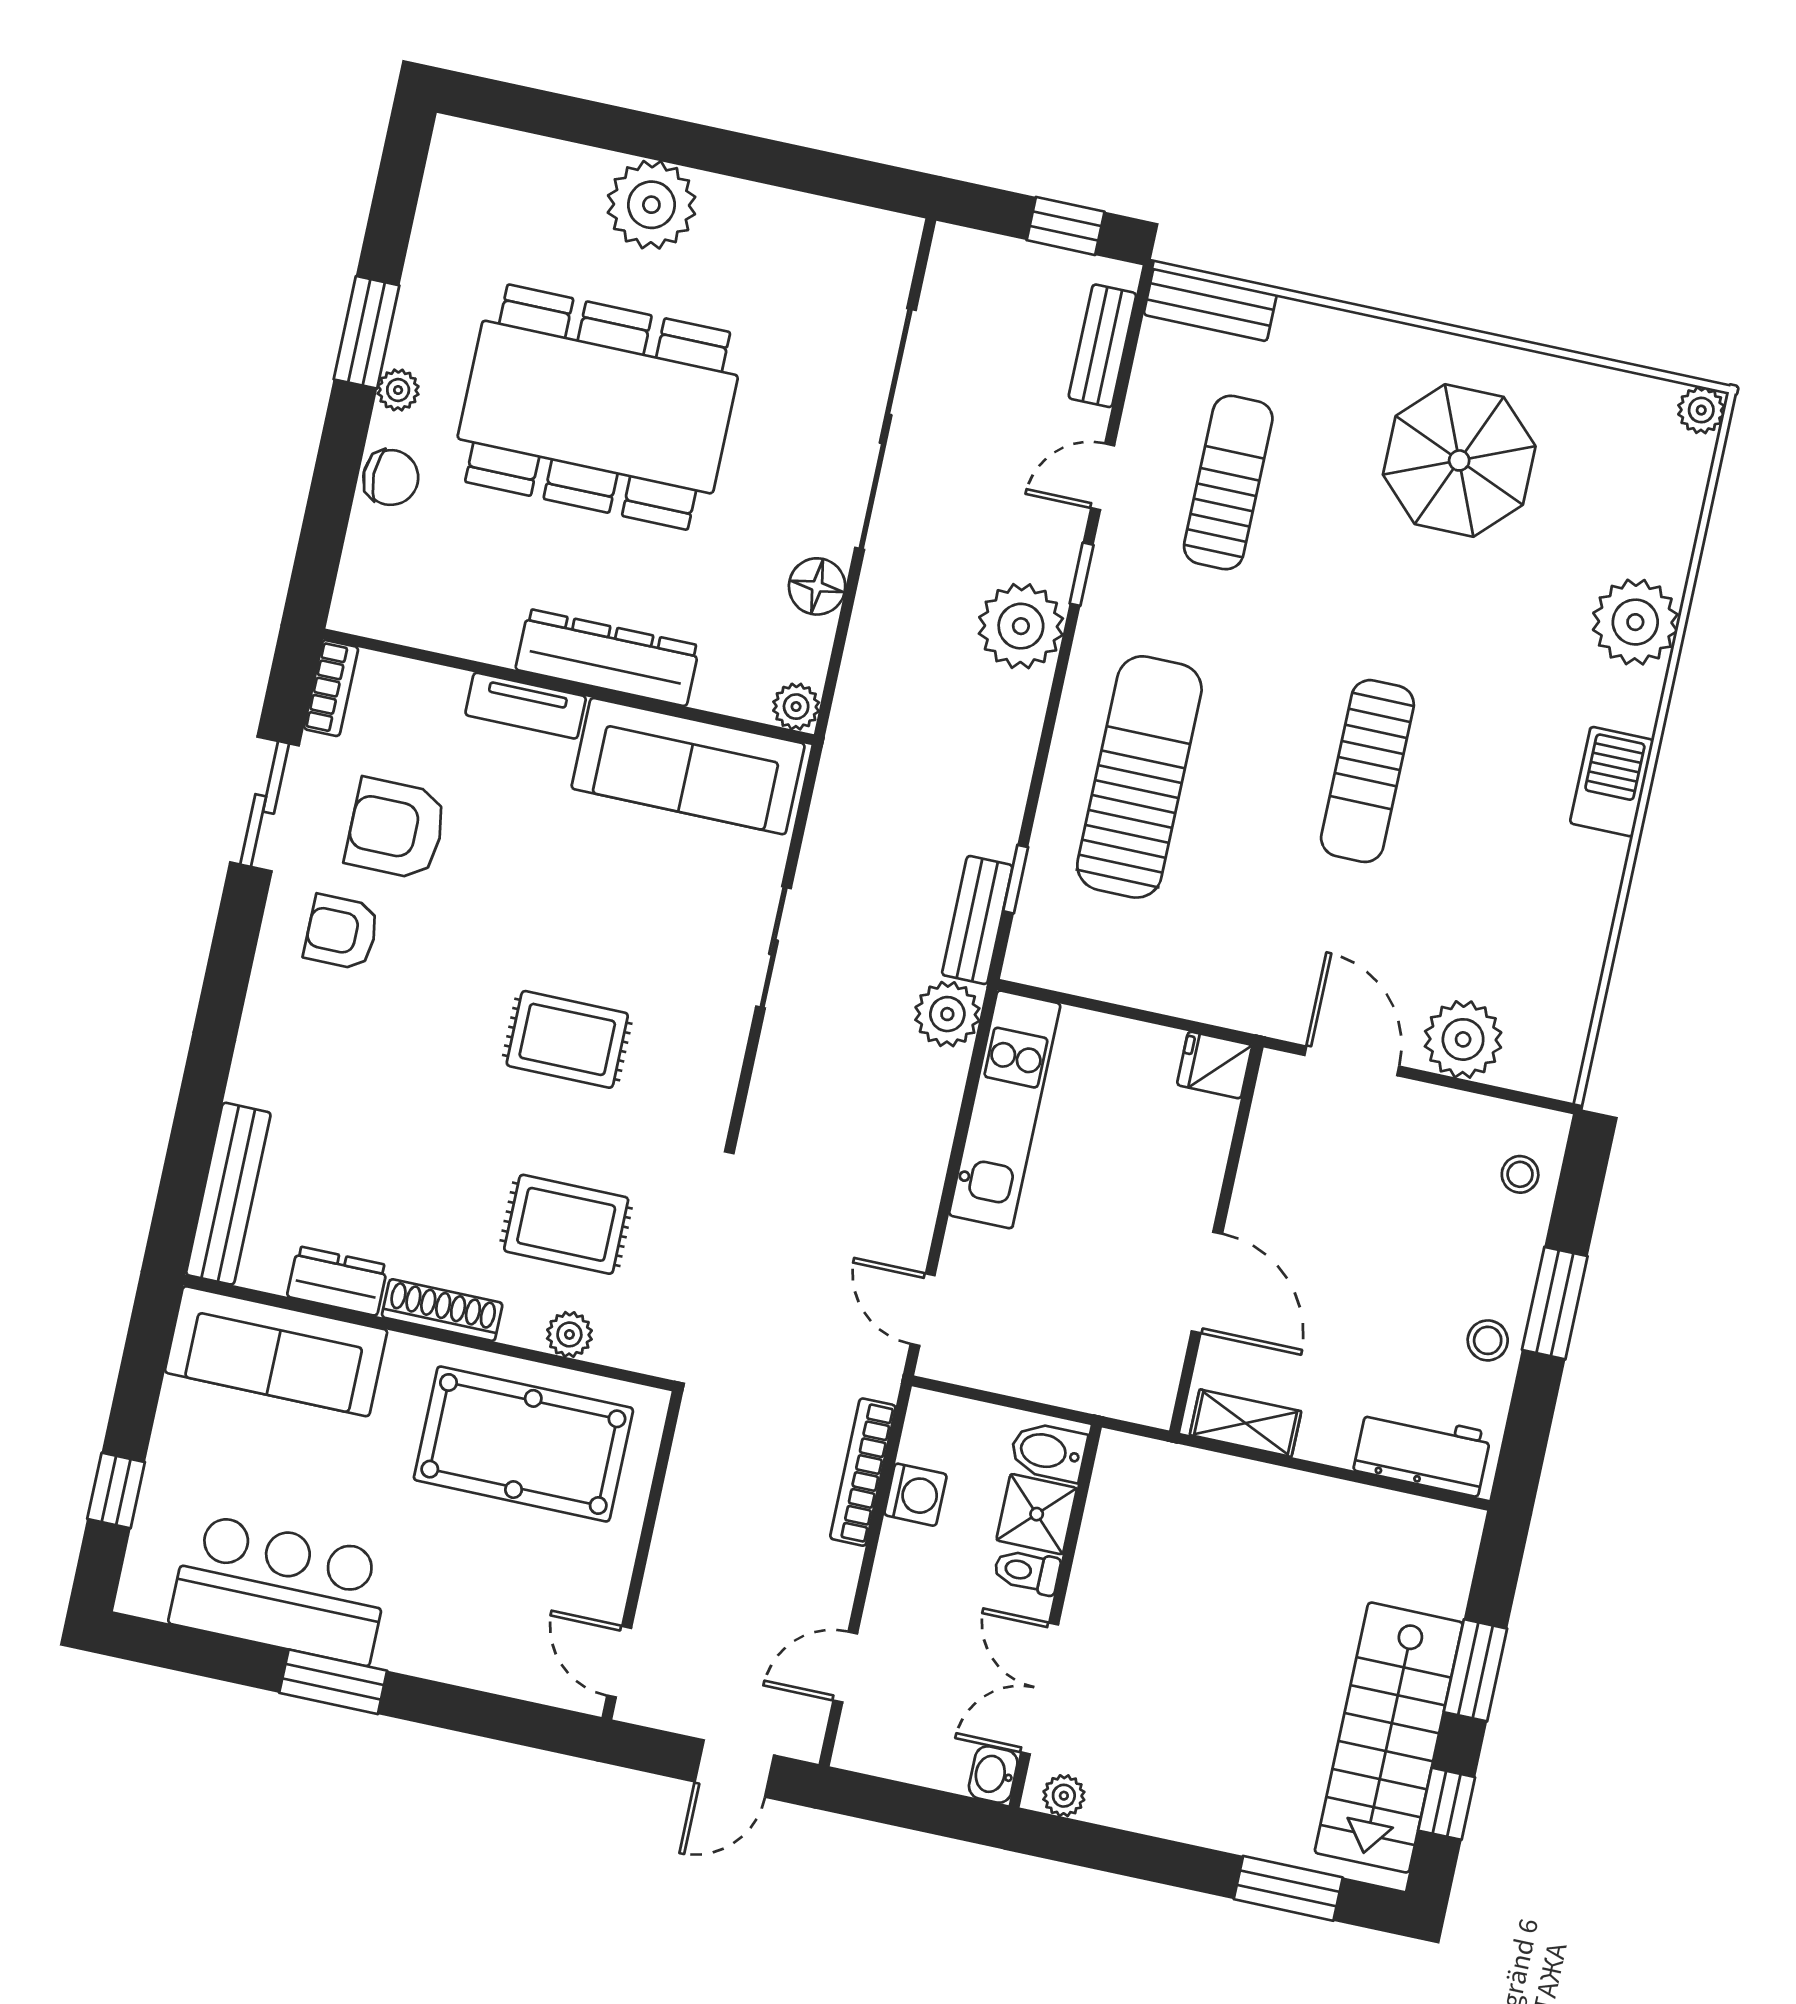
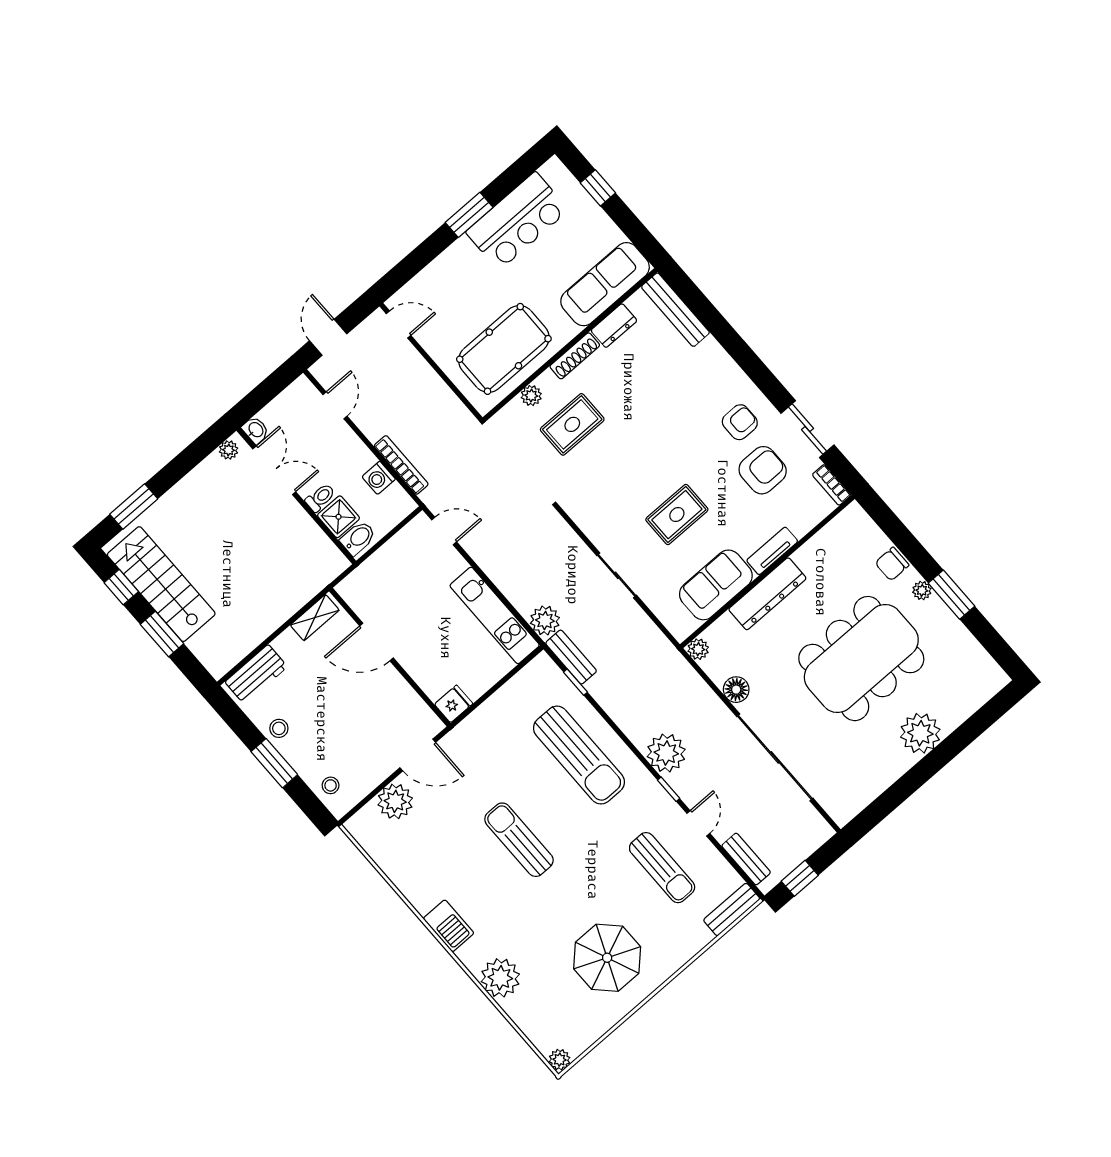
sofa: (688, 766) -> (716, 585), width x0.73
rug: (567, 1039) -> (677, 515), moved

